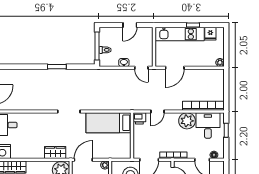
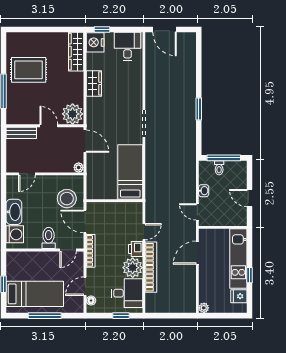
door: (141, 68) -> (197, 212), hinge flipped
door: (175, 68) -> (197, 253), hinge flipped
bookcase: (203, 106) -> (151, 267), moved
door: (157, 112) -> (144, 232), swing flipped
printer: (139, 118) -> (136, 249), moved
wardrobe: (55, 153) -> (94, 83), moved

